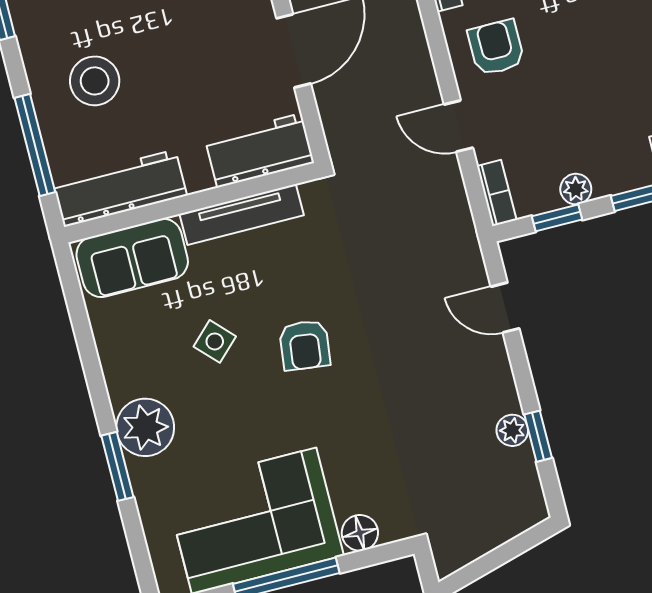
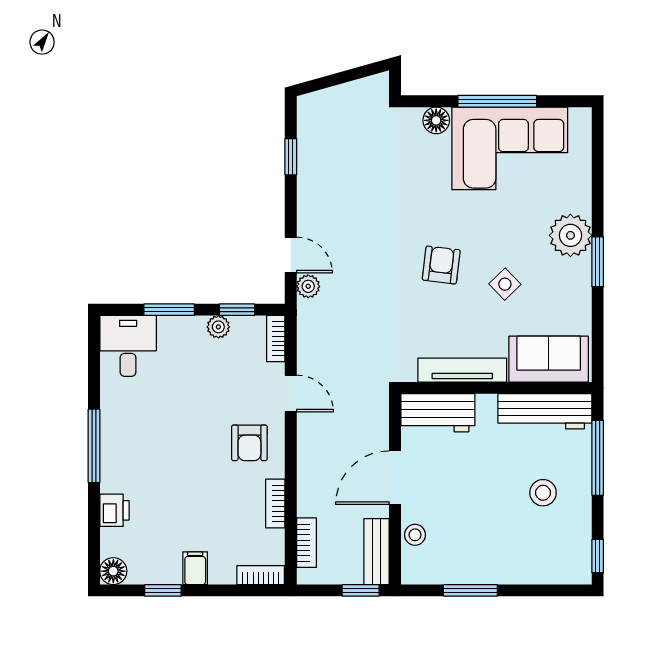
stool: (95, 81) -> (543, 493), width x0.73, depth x0.73
plant: (512, 430) -> (308, 286), moved
window: (117, 466) -> (598, 262), moved

